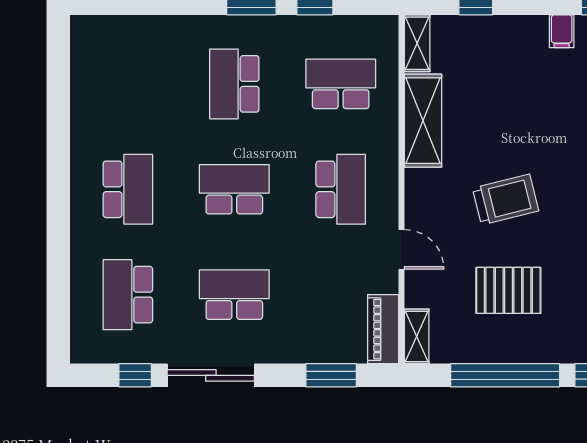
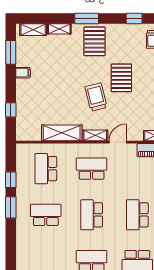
shelving: (417, 43) -> (95, 135), moved
school desk: (234, 84) -> (46, 215), turned 180
pallet: (508, 290) -> (121, 78), moved

